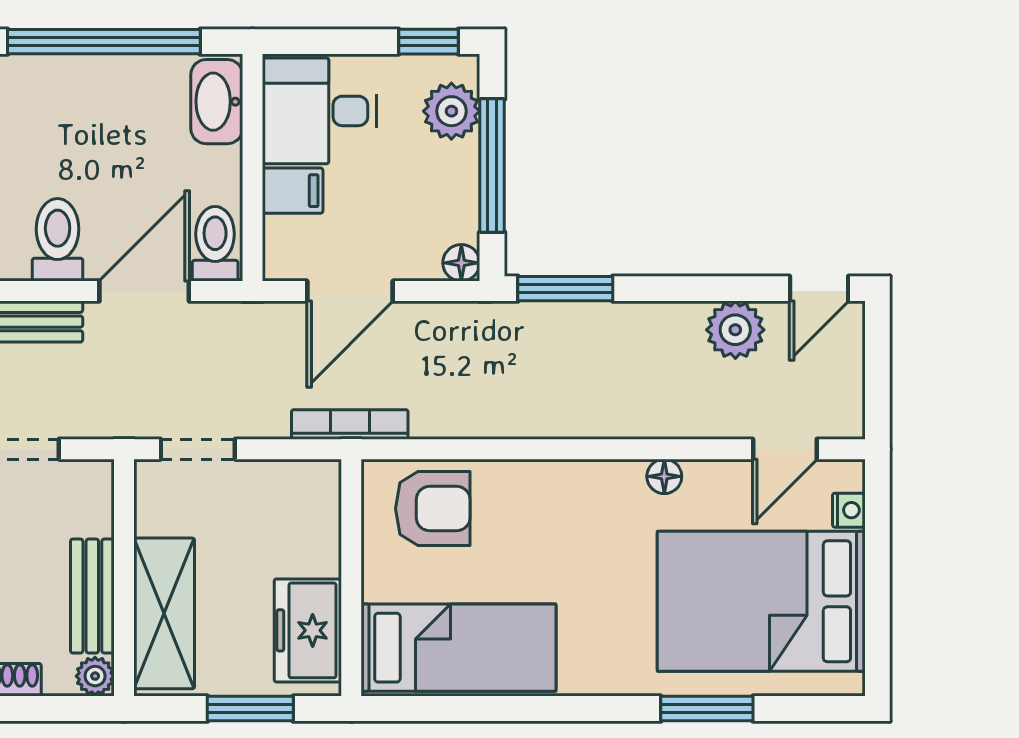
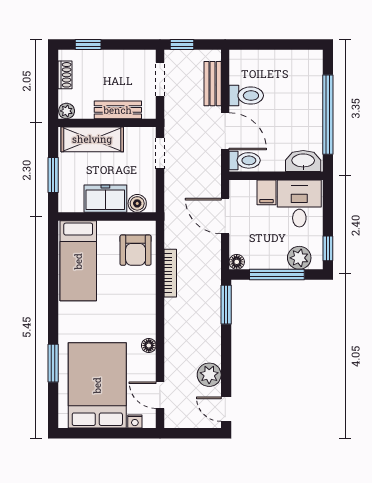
bookcase: (350, 424) -> (170, 273), moved
boiler: (319, 504) -> (137, 203), added
bench: (92, 596) -> (118, 110), moved
freezer: (308, 630) -> (105, 199), moved

